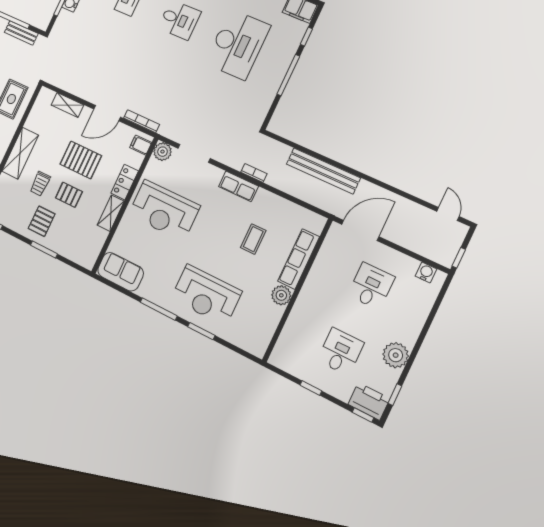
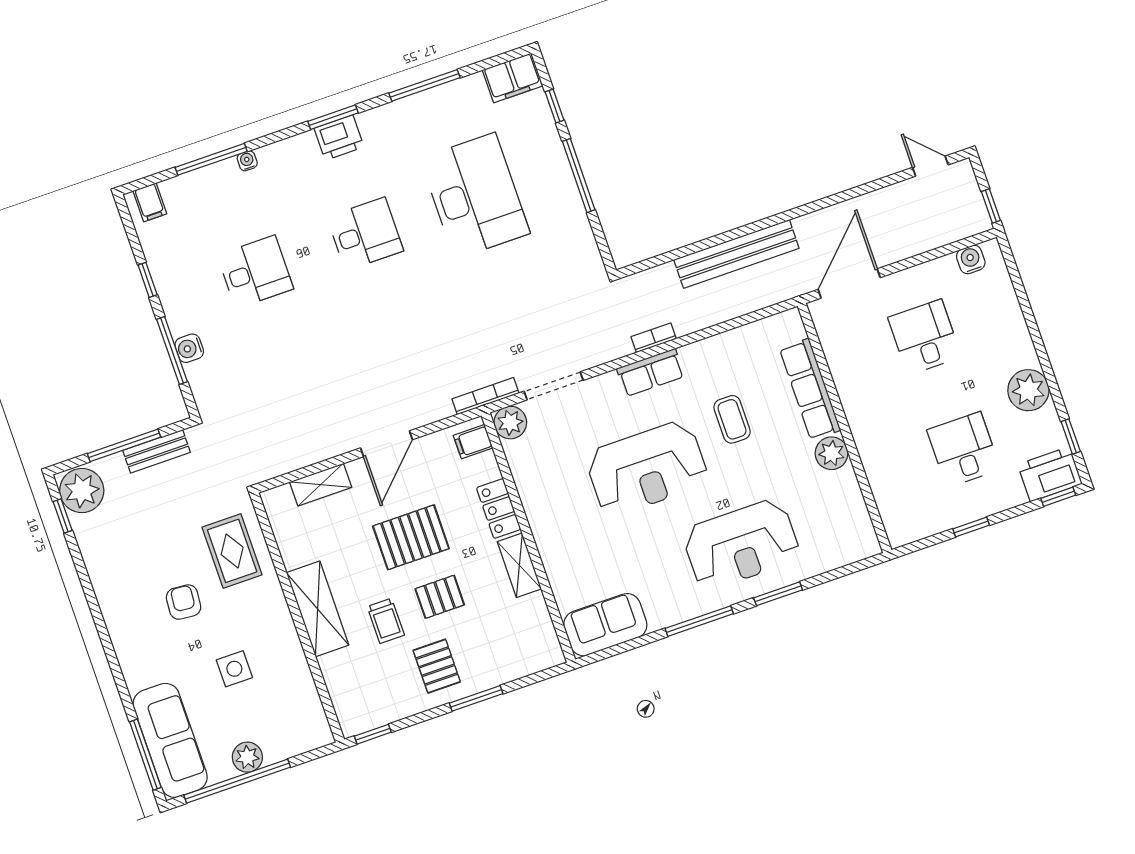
bookcase: (141, 121) -> (486, 396), moved
reception desk: (164, 210) -> (647, 468), moved

